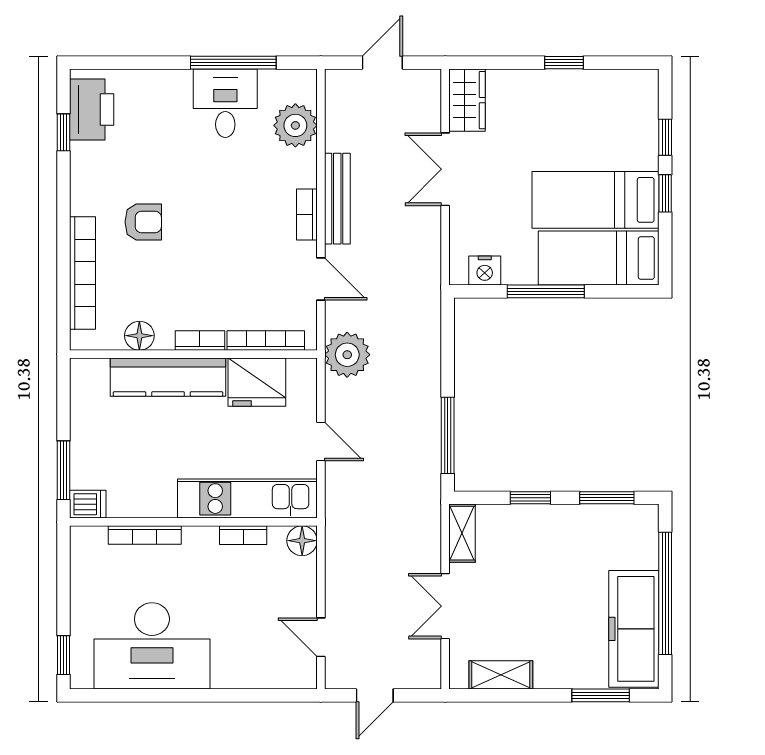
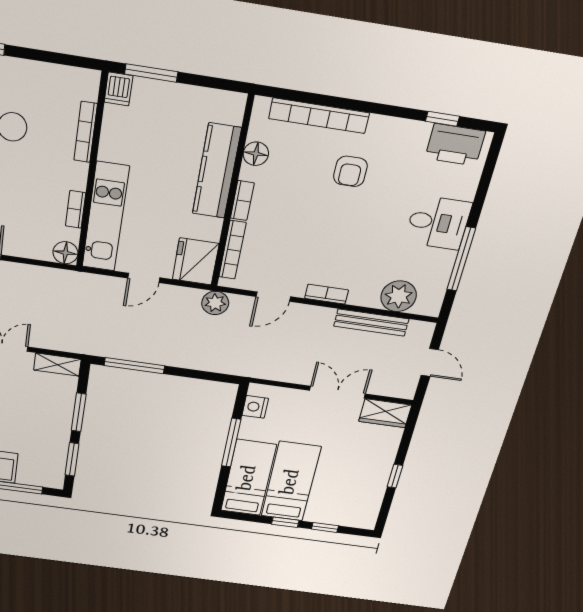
desk: (225, 103) -> (438, 223), moved
bench: (337, 199) -> (371, 323), moved
plant: (347, 355) -> (215, 303), width x0.73, depth x0.73
fridge: (257, 382) -> (196, 261), moved
window: (530, 498) -> (79, 412), width x1.50

